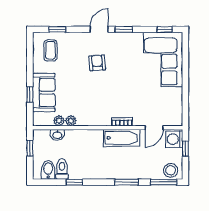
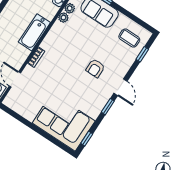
armchair: (97, 63) -> (95, 68), turned 94
bathtub: (122, 138) -> (34, 32), moved

